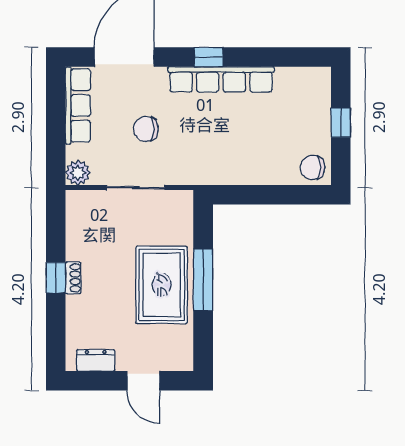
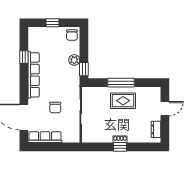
window: (209, 57) -> (24, 57), moved
plant: (78, 173) -> (74, 60), moved
window: (234, 195) -> (84, 69), added
rug: (162, 285) -> (123, 101), width x0.73, depth x0.70

